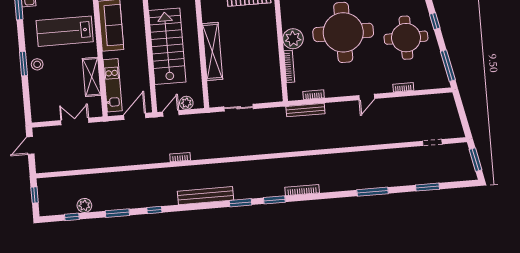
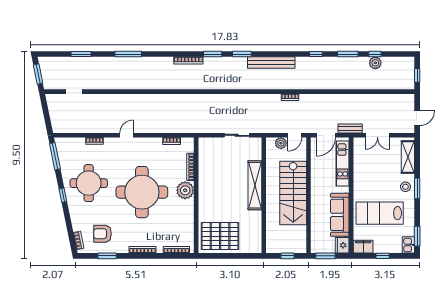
lab bench: (65, 31) -> (380, 213), turned 180
shelving: (92, 77) -> (408, 157), moved
bench: (305, 110) -> (350, 129), moved, width x0.73
window: (72, 217) -> (375, 54), moved

